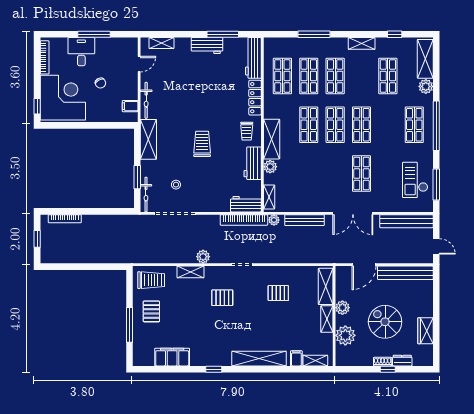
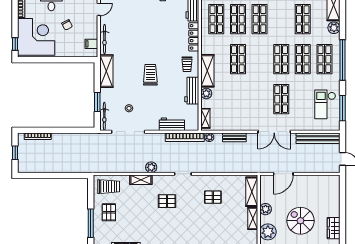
shop shelf: (335, 125) -> (303, 59), moved
workbench: (246, 204) -> (172, 124), moved
bench: (304, 220) -> (234, 137), width x0.73
bench: (405, 273) -> (317, 181), removed

